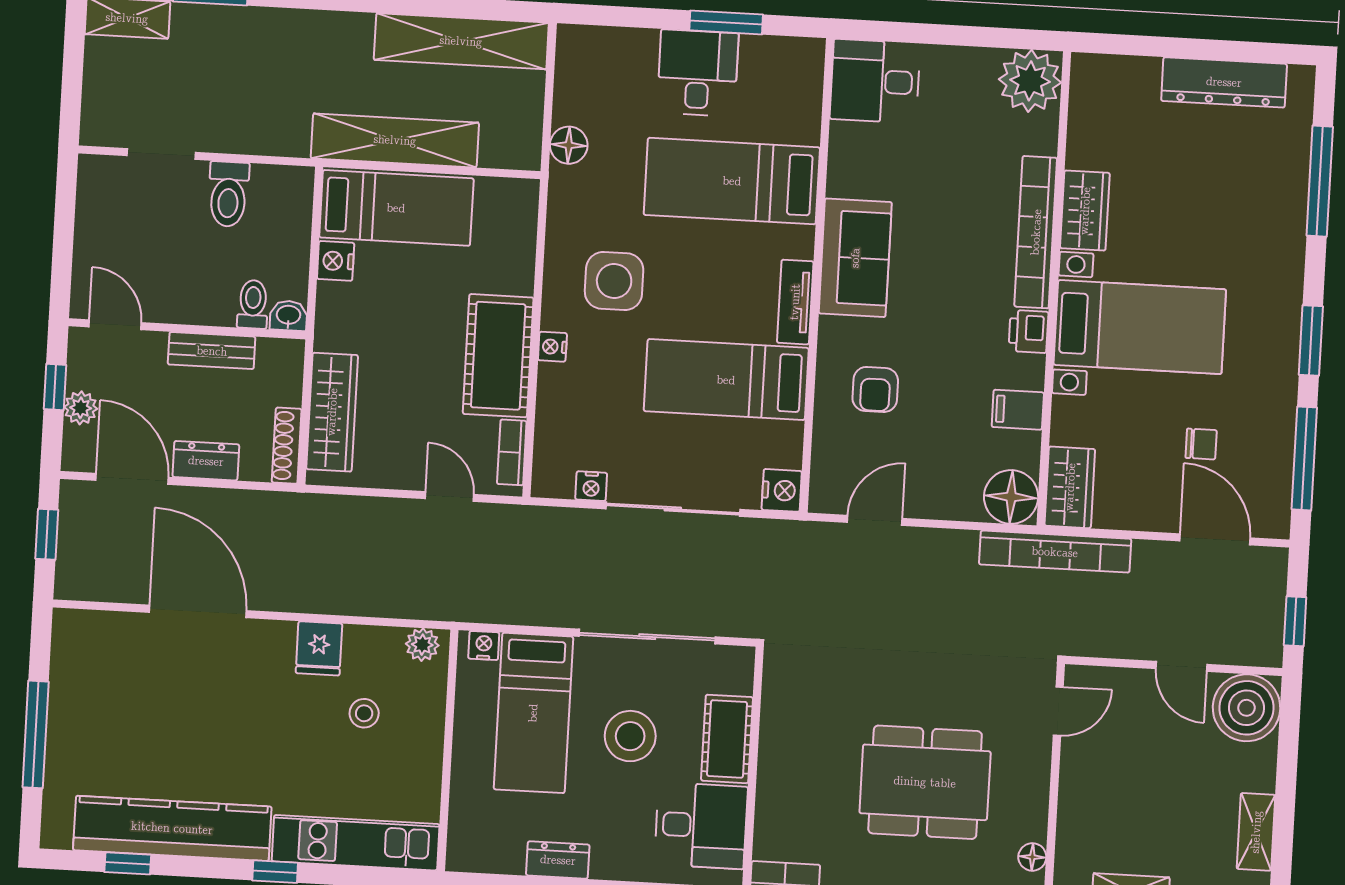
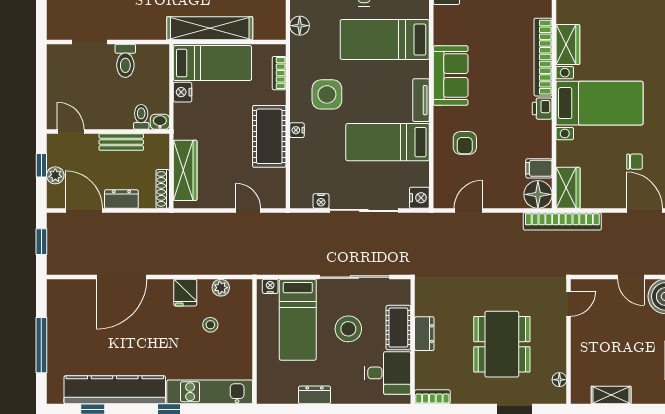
filing cabinet: (1018, 410) -> (539, 168), moved
bookcase: (512, 452) -> (279, 73), moved
door: (198, 611) -> (122, 277), swing flipped
plant: (422, 645) -> (221, 288), moved
dresser: (776, 754) -> (424, 334), added
dining table: (925, 782) -> (502, 344), turned 90

